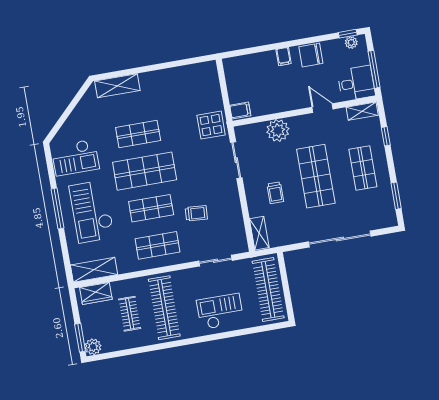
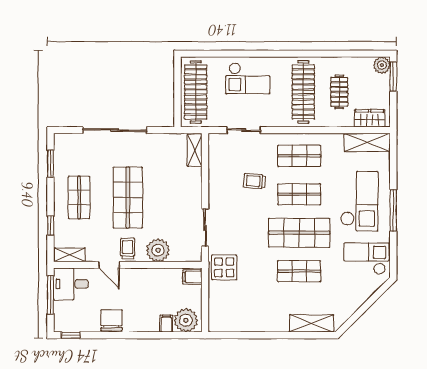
plant: (351, 42) -> (186, 320), moved, width x1.87, depth x1.87
chair: (311, 55) -> (112, 320), turned -90
filing cabinet: (284, 56) -> (166, 324), moved
trolley: (275, 193) -> (128, 248), moved

